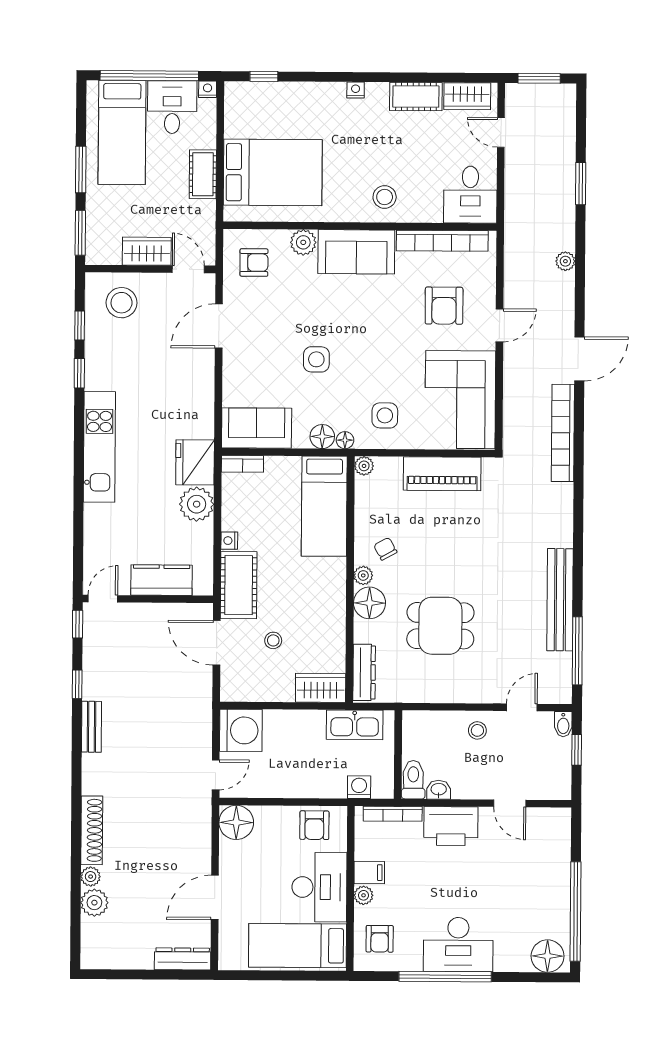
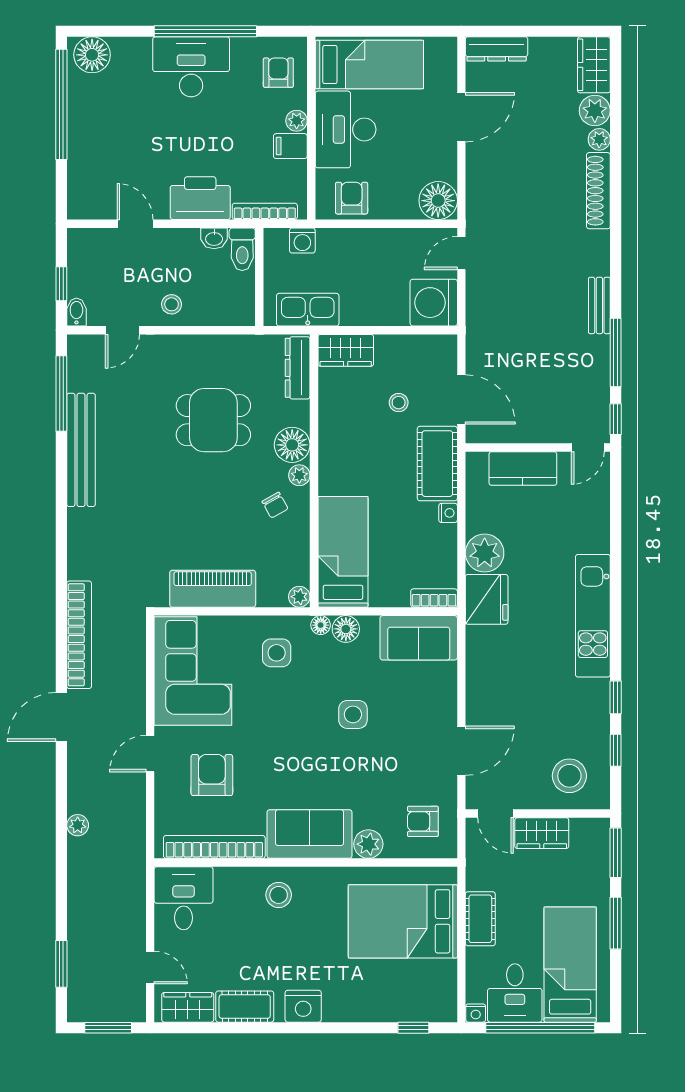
nightstand: (356, 90) -> (303, 1006), width x1.89, depth x1.79
window: (581, 184) -> (61, 964), moved
window: (77, 684) -> (616, 352), width x2.17
wardrobe: (95, 944) -> (594, 65), added

